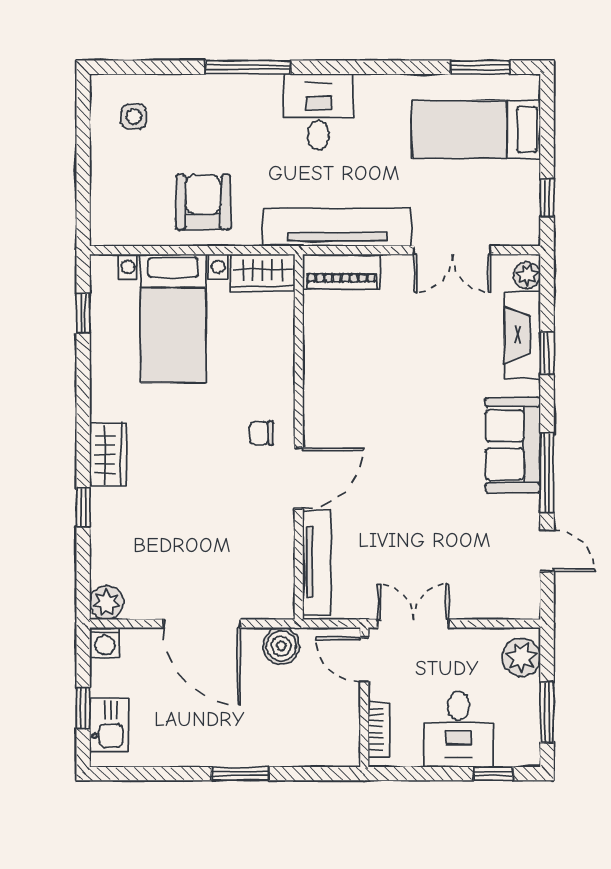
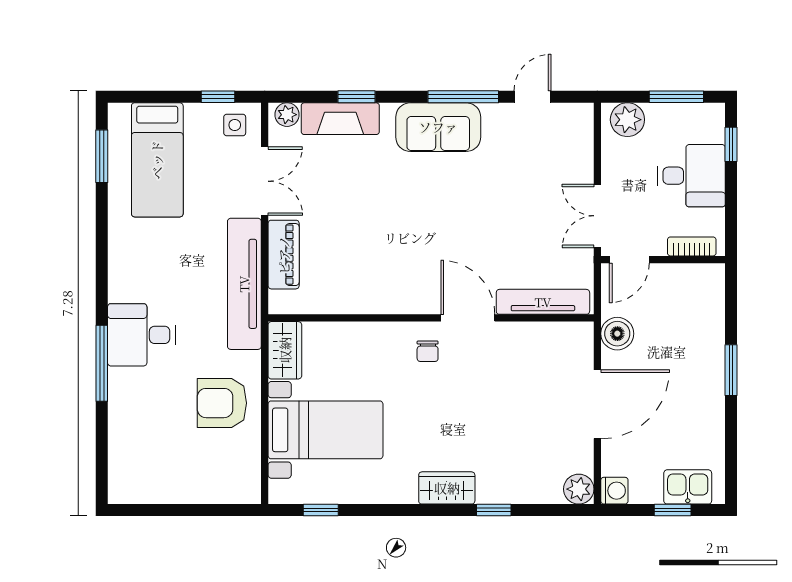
desk: (318, 112) -> (141, 335), moved
side table: (134, 117) -> (235, 125), moved
piano: (341, 271) -> (284, 255), moved

